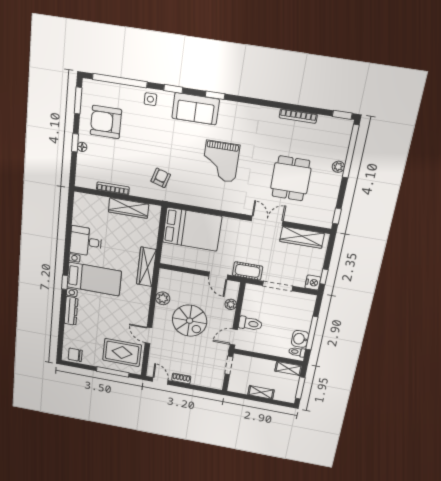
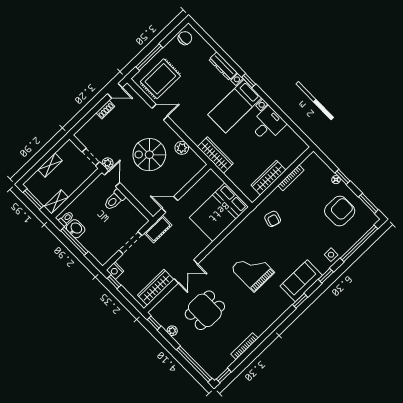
plant: (338, 167) -> (172, 331), moved
dining table: (291, 178) -> (205, 310), turned 90
plant: (231, 304) -> (108, 163), moved

